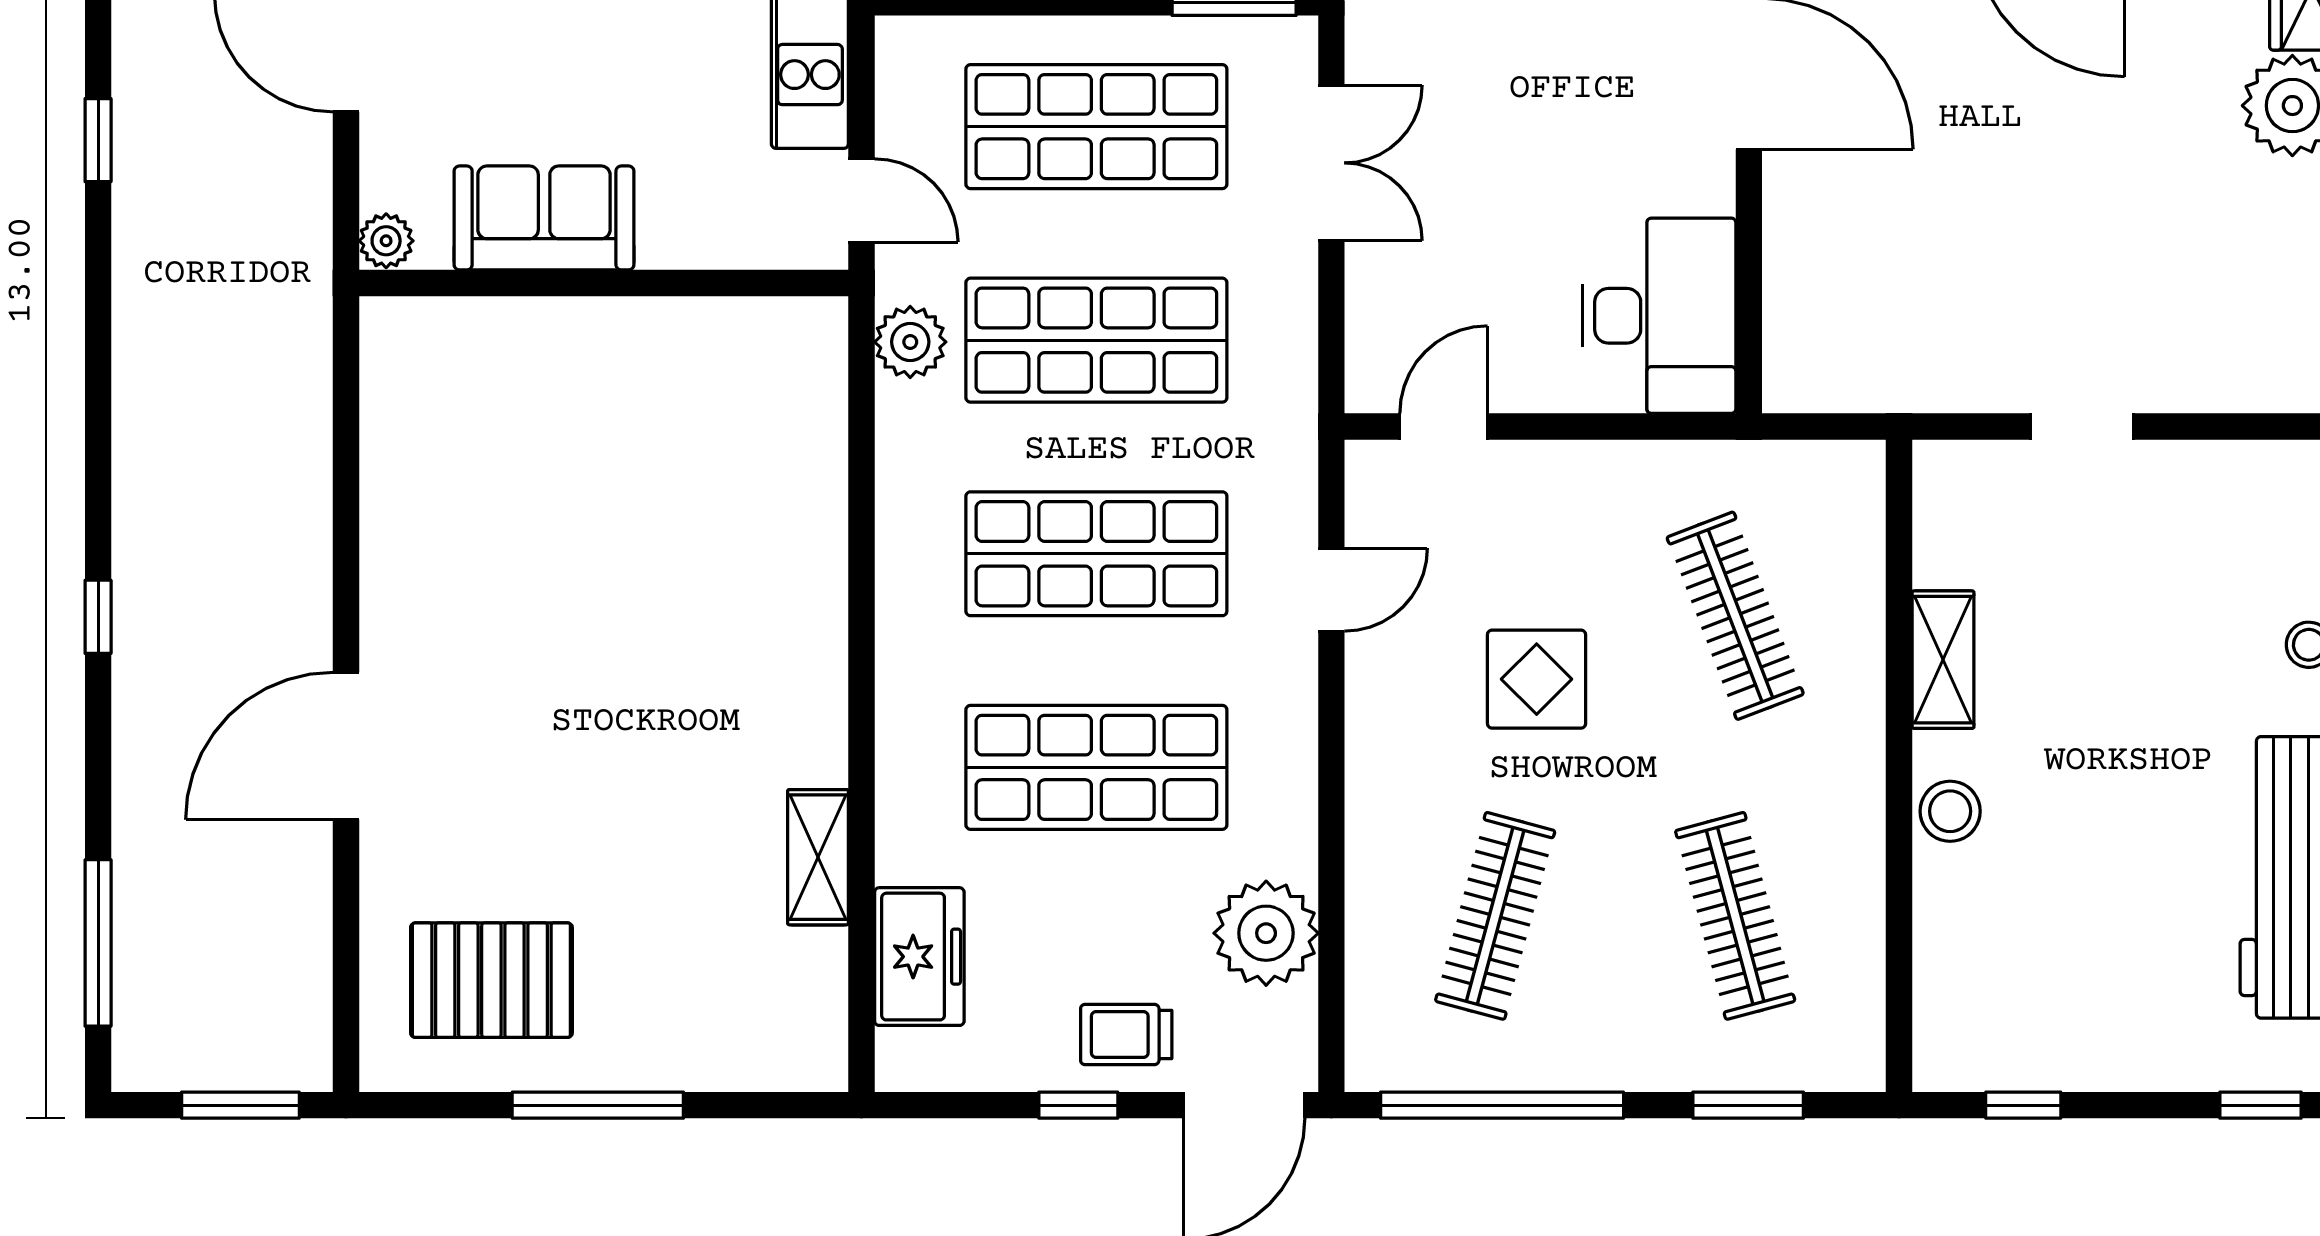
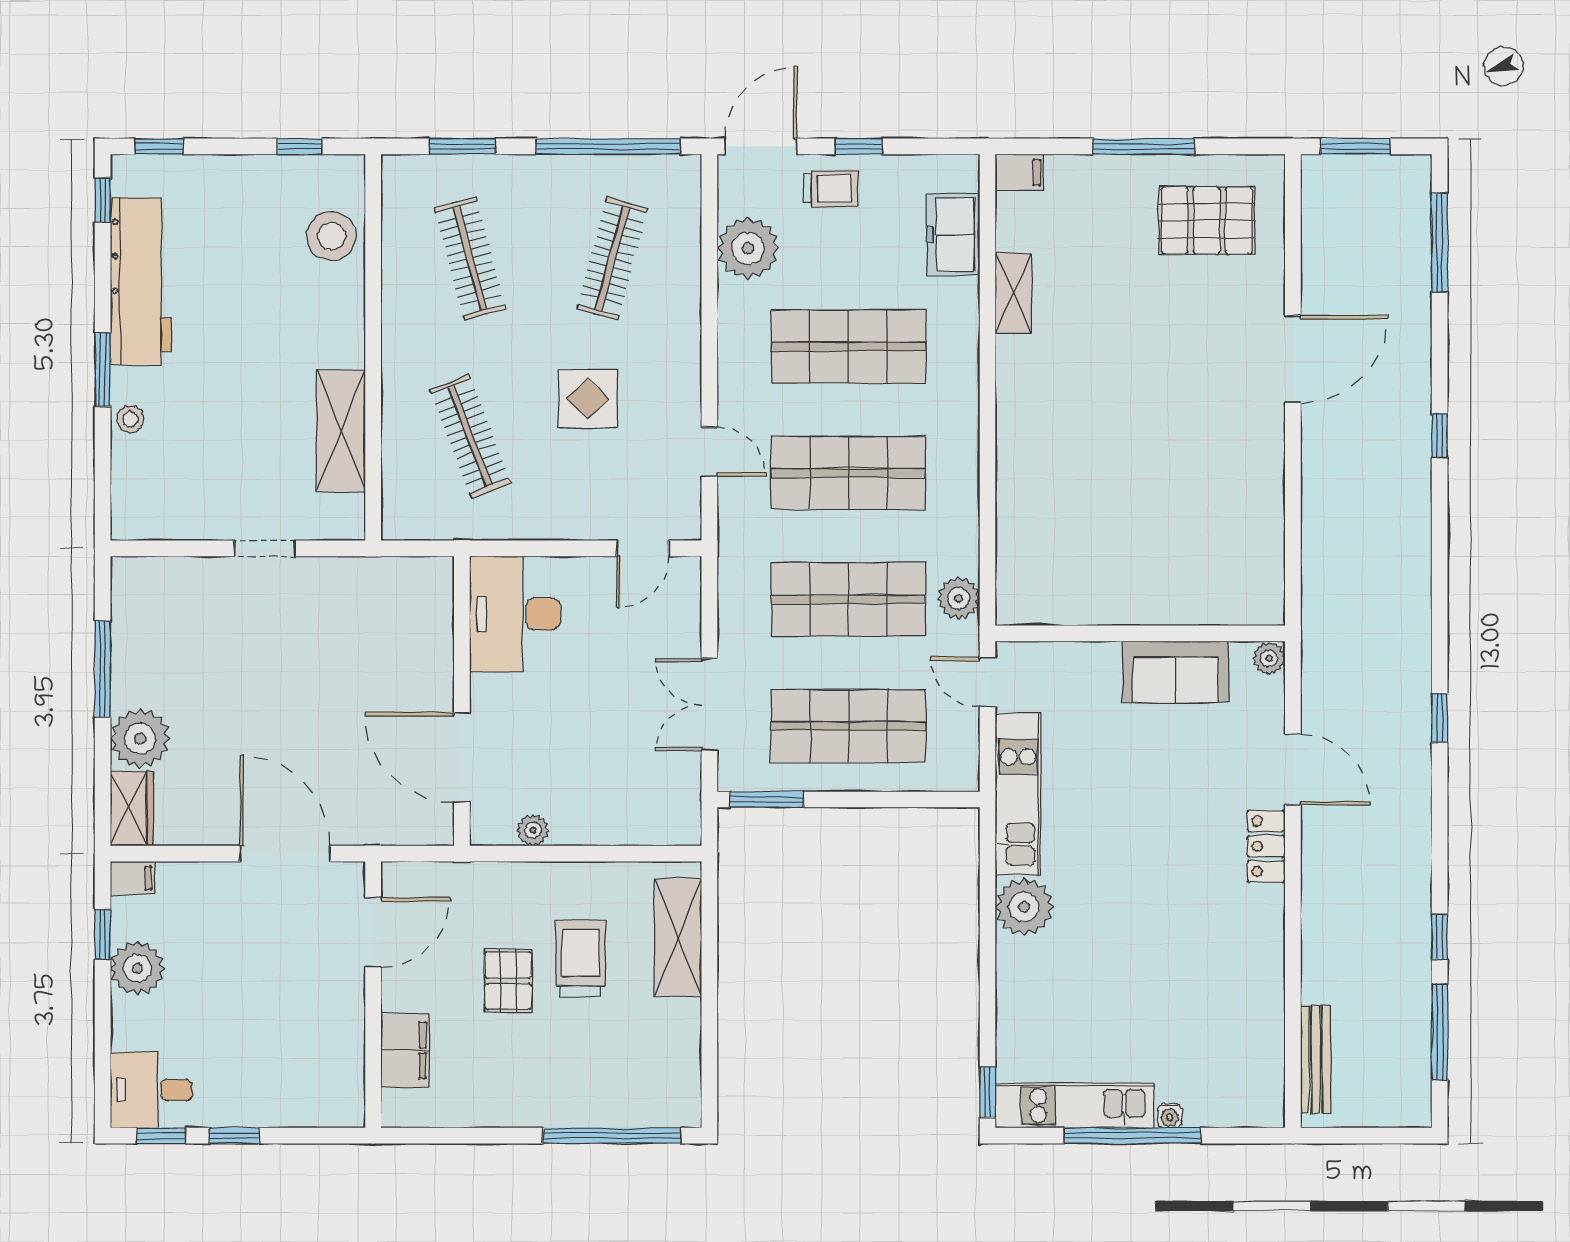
door: (1331, 590) -> (709, 452), swing flipped
shelving: (1943, 660) -> (341, 431), width x1.50, depth x1.33
stool: (1950, 811) -> (331, 236), moved, width x1.38, depth x1.38
filing cabinet: (807, 1061) -> (1020, 172), added

